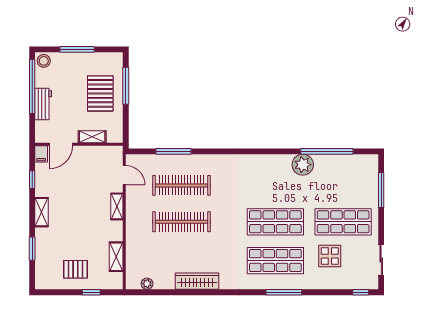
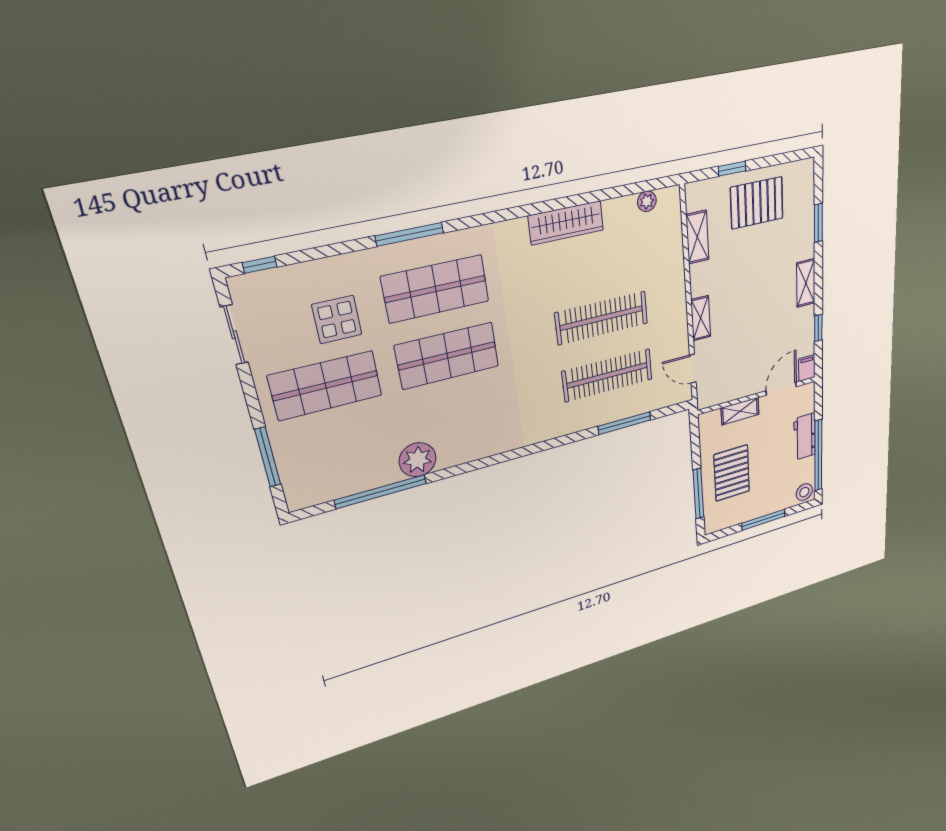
pallet: (75, 269) -> (757, 203), width x1.50, depth x1.42

